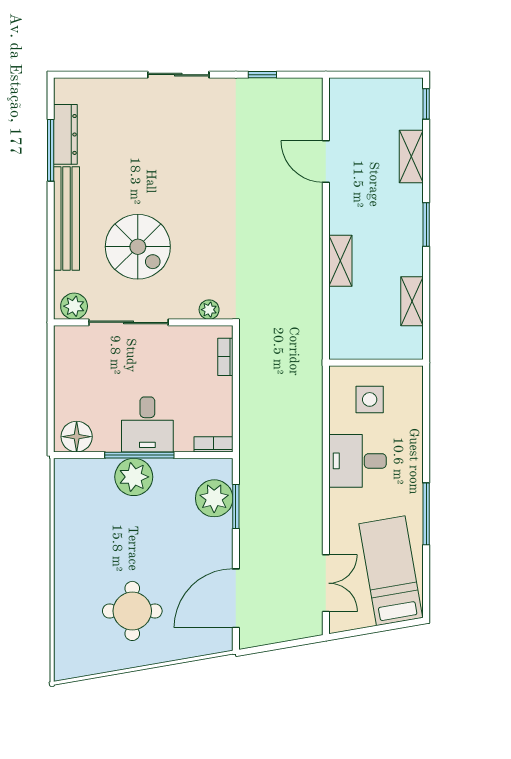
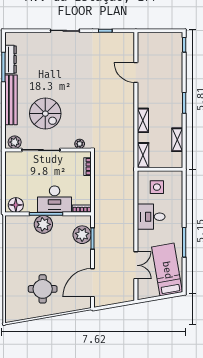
shelving: (411, 157) -> (143, 155), moved
desk: (147, 424) -> (55, 199), width x1.37
double door: (326, 583) -> (136, 265), moved

